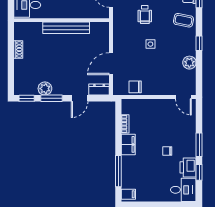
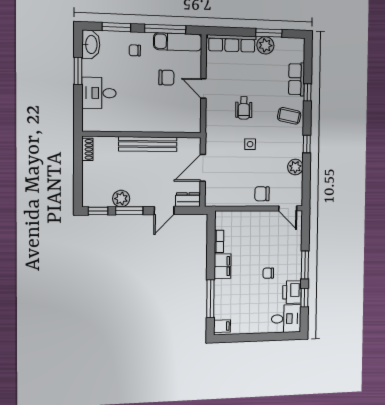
wall: (62, 20) -> (142, 134), moved
bench: (66, 28) -> (148, 144), moved
chair: (135, 87) -> (262, 194), moved

